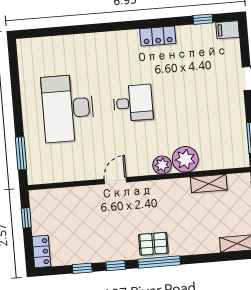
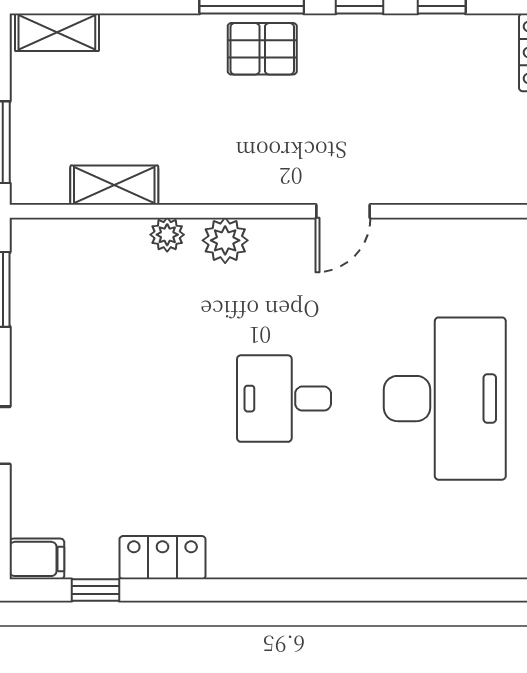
locker: (158, 36) -> (162, 558), moved
plant: (185, 159) -> (167, 235), width x0.53, depth x0.53

